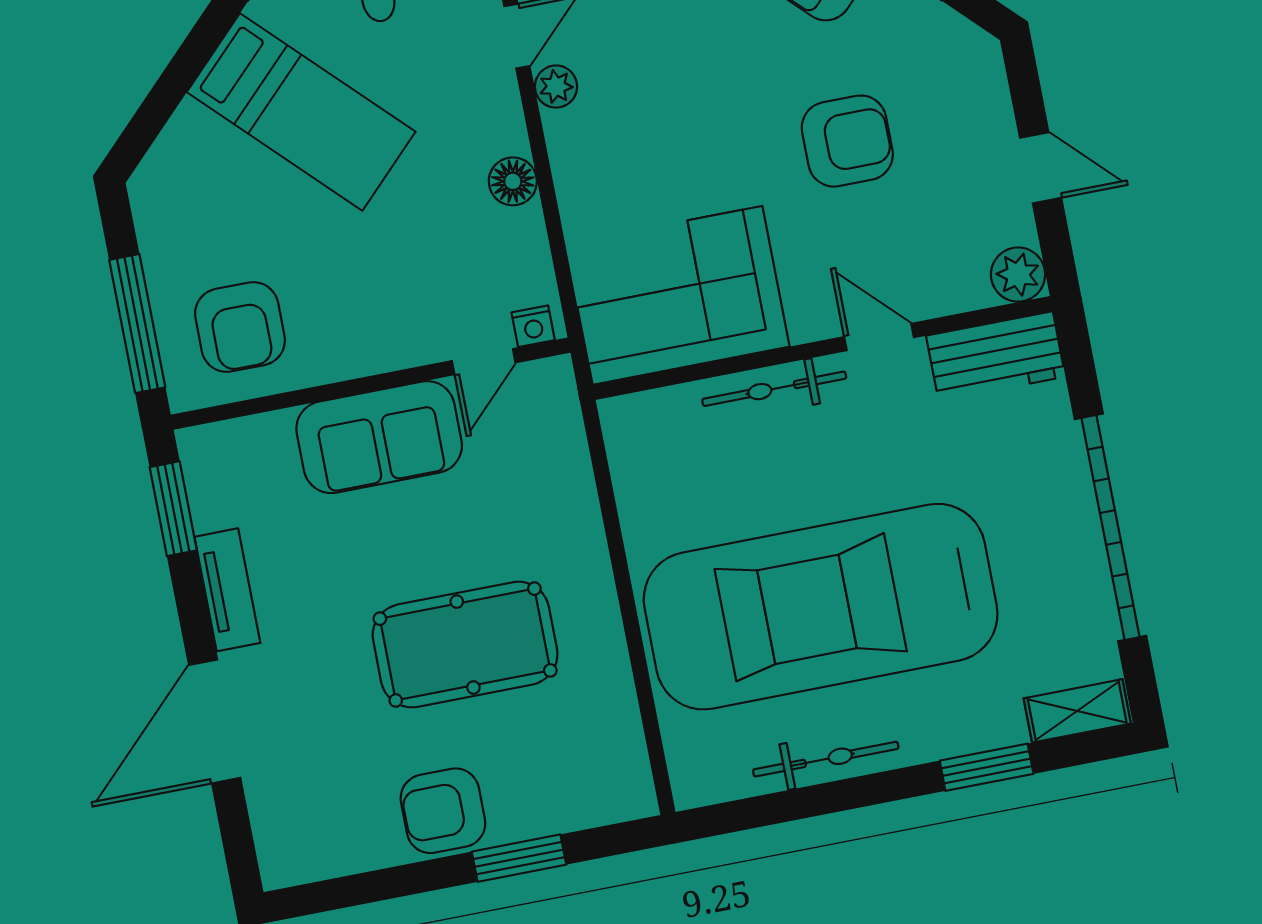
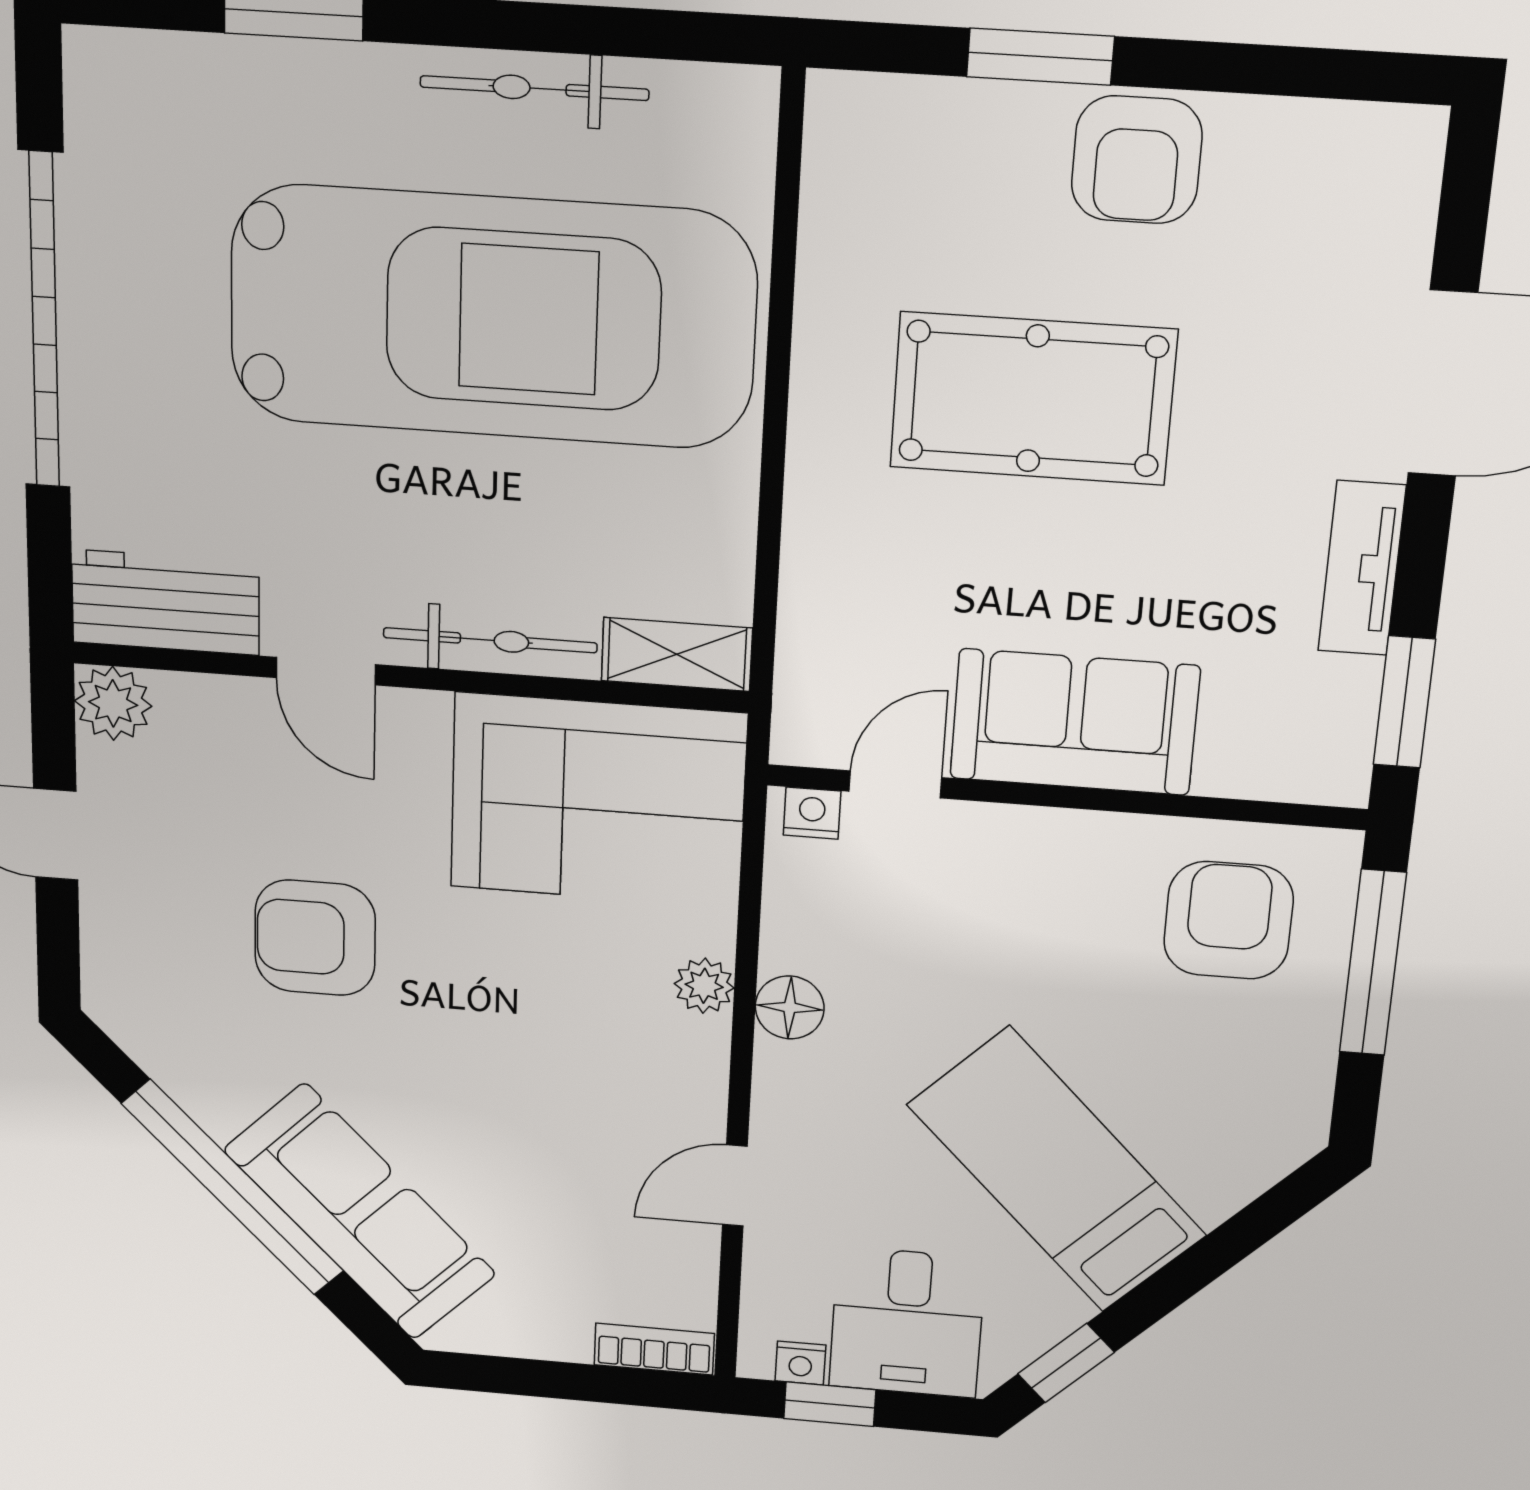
plant: (556, 87) -> (704, 986), moved
shelving: (1077, 711) -> (677, 654), moved
armchair: (443, 811) -> (1137, 160), turned 90

